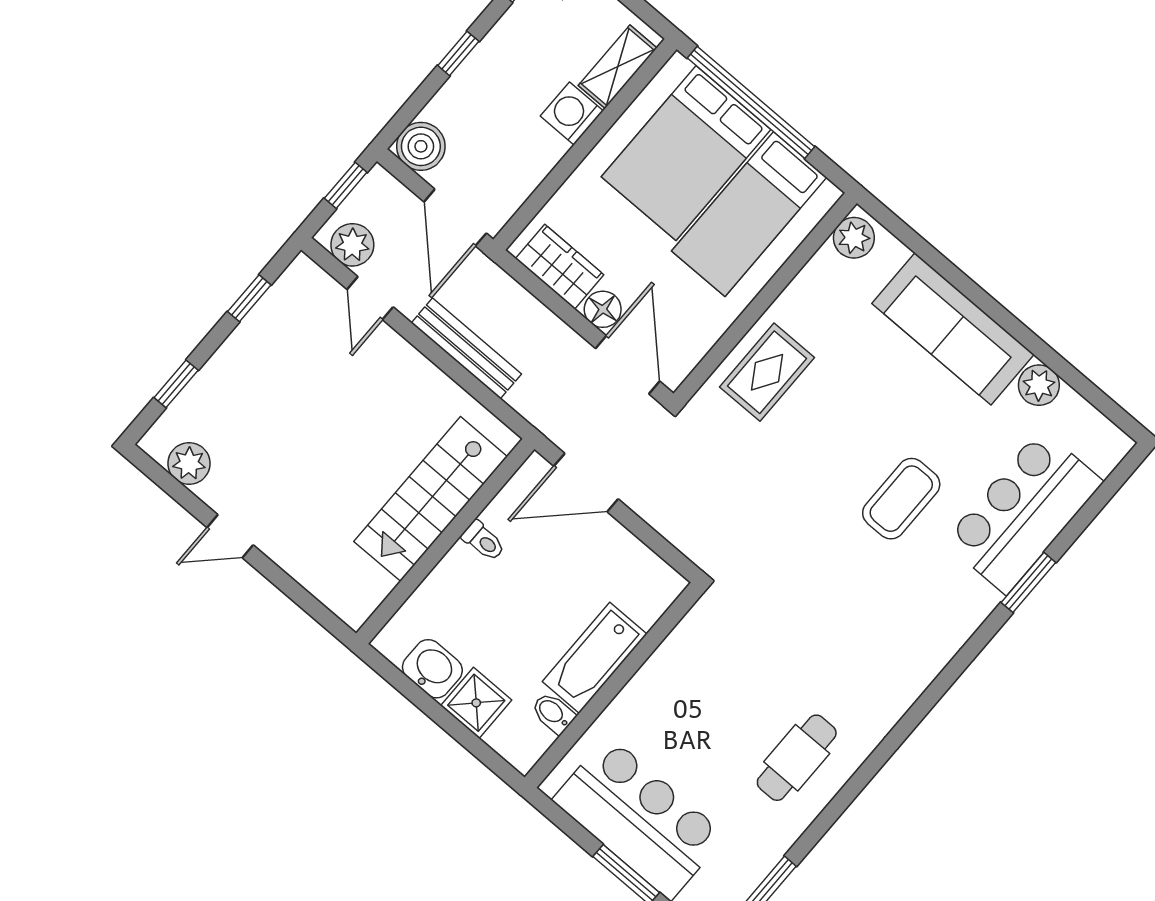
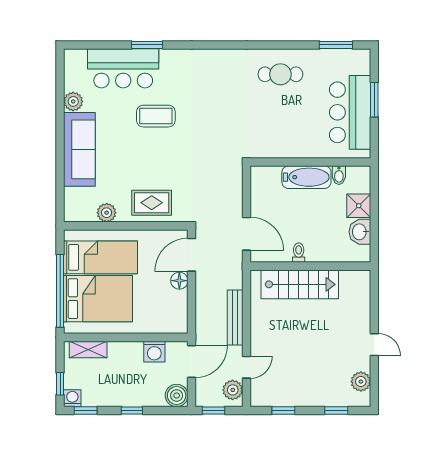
washing machine: (572, 113) -> (154, 352), moved
plant: (854, 238) -> (107, 213), moved
wardrobe: (560, 267) -> (177, 309), removed

